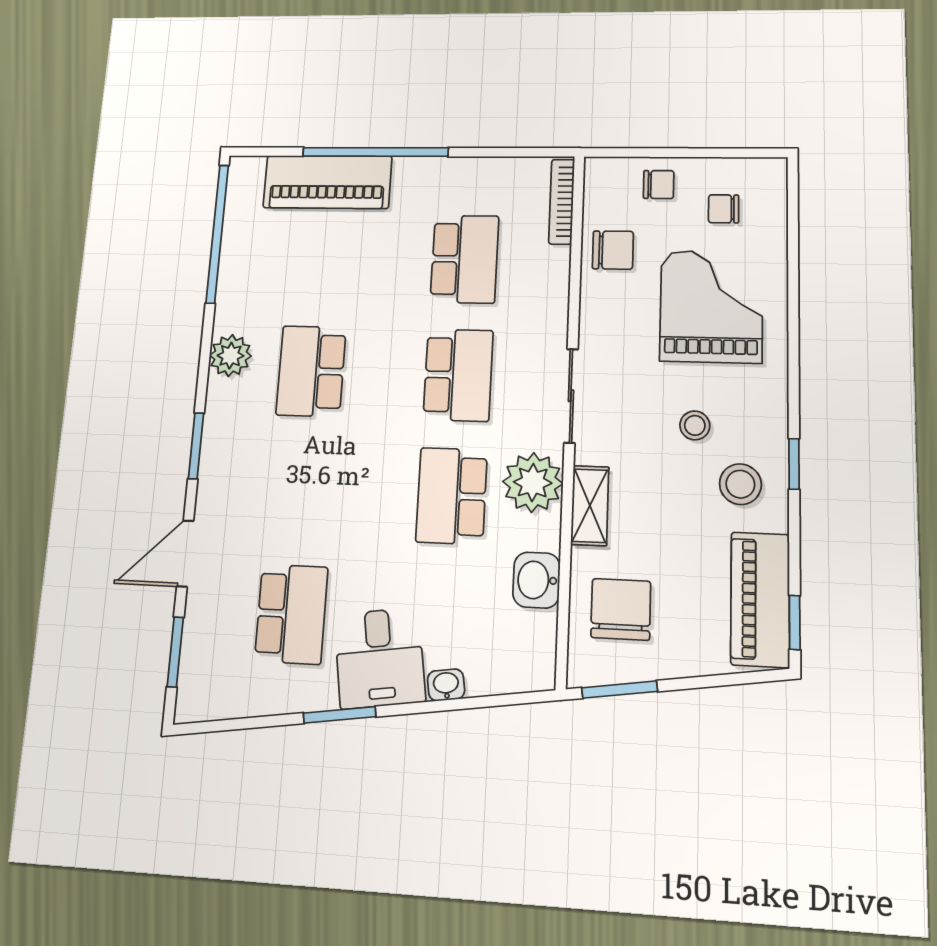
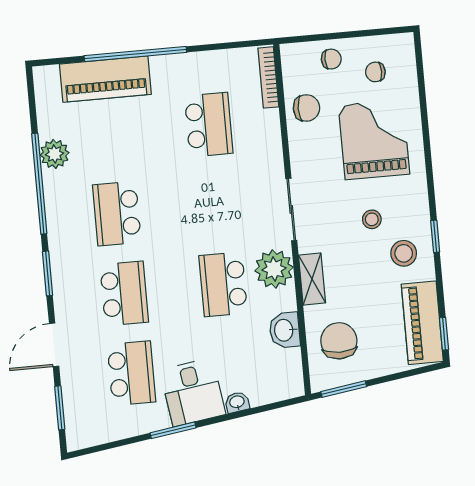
window: (217, 234) -> (39, 184), moved
plant: (230, 356) -> (55, 154), moved
school desk: (458, 375) -> (124, 293), moved

